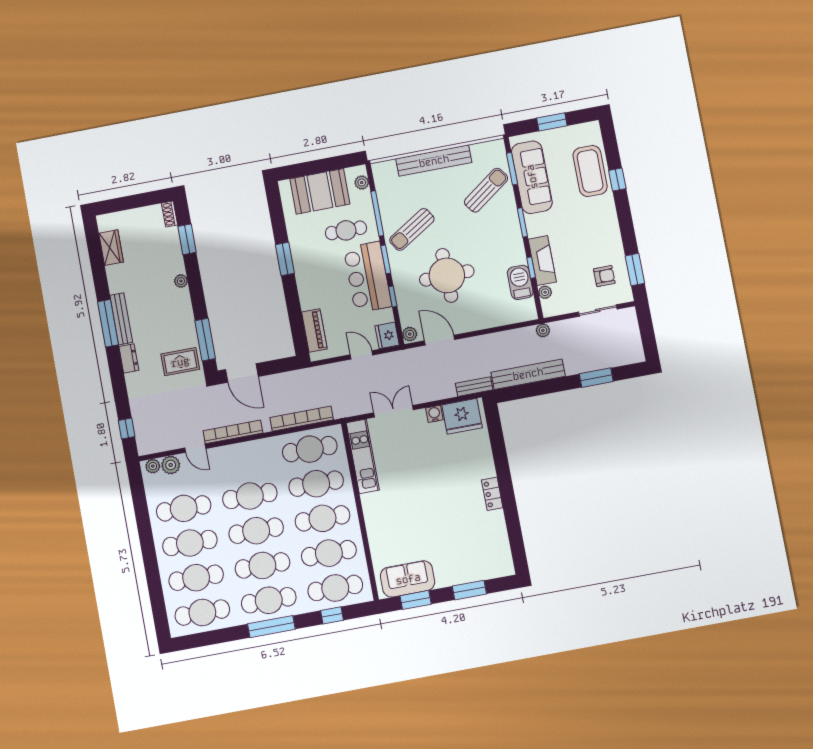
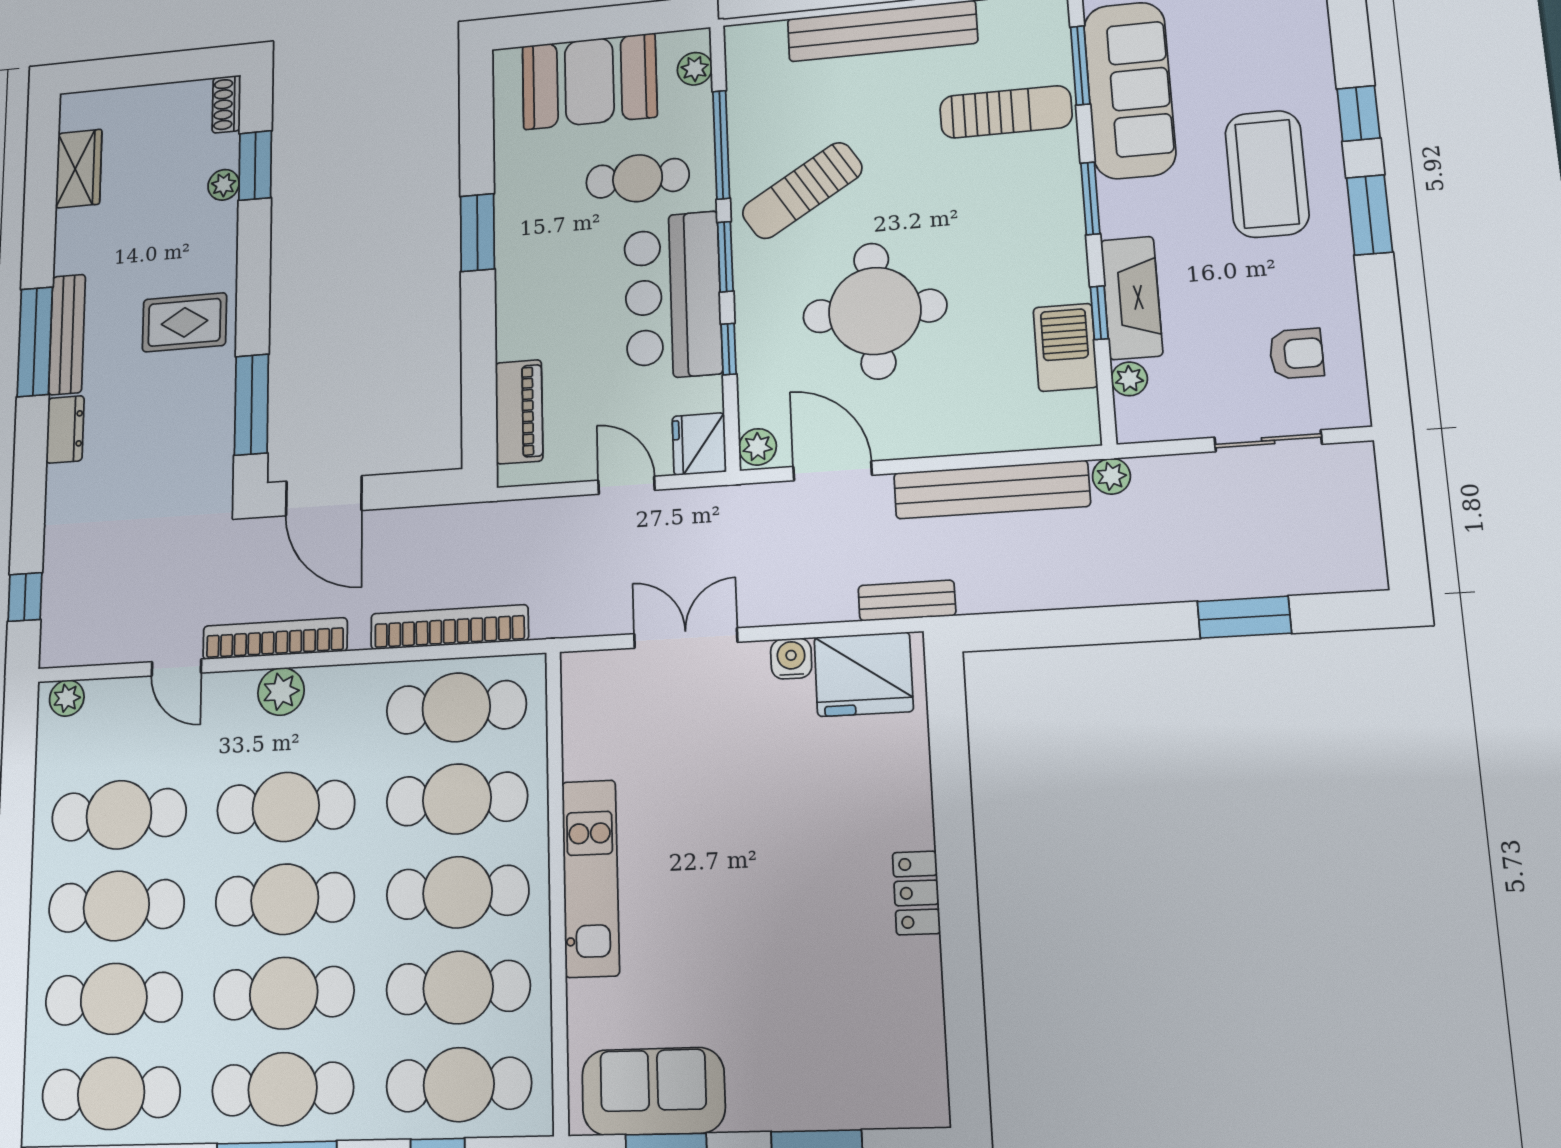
coffee table: (590, 171) -> (1267, 174), moved
sun lounger: (486, 190) -> (1006, 112), turned 36
window: (635, 270) -> (1369, 215), moved
plant: (181, 281) -> (224, 185), moved
rug: (180, 362) -> (184, 322), moved
bench: (528, 374) -> (992, 490), moved
kitchen unit: (363, 456) -> (590, 878), moved
plant: (171, 465) -> (281, 691), moved

